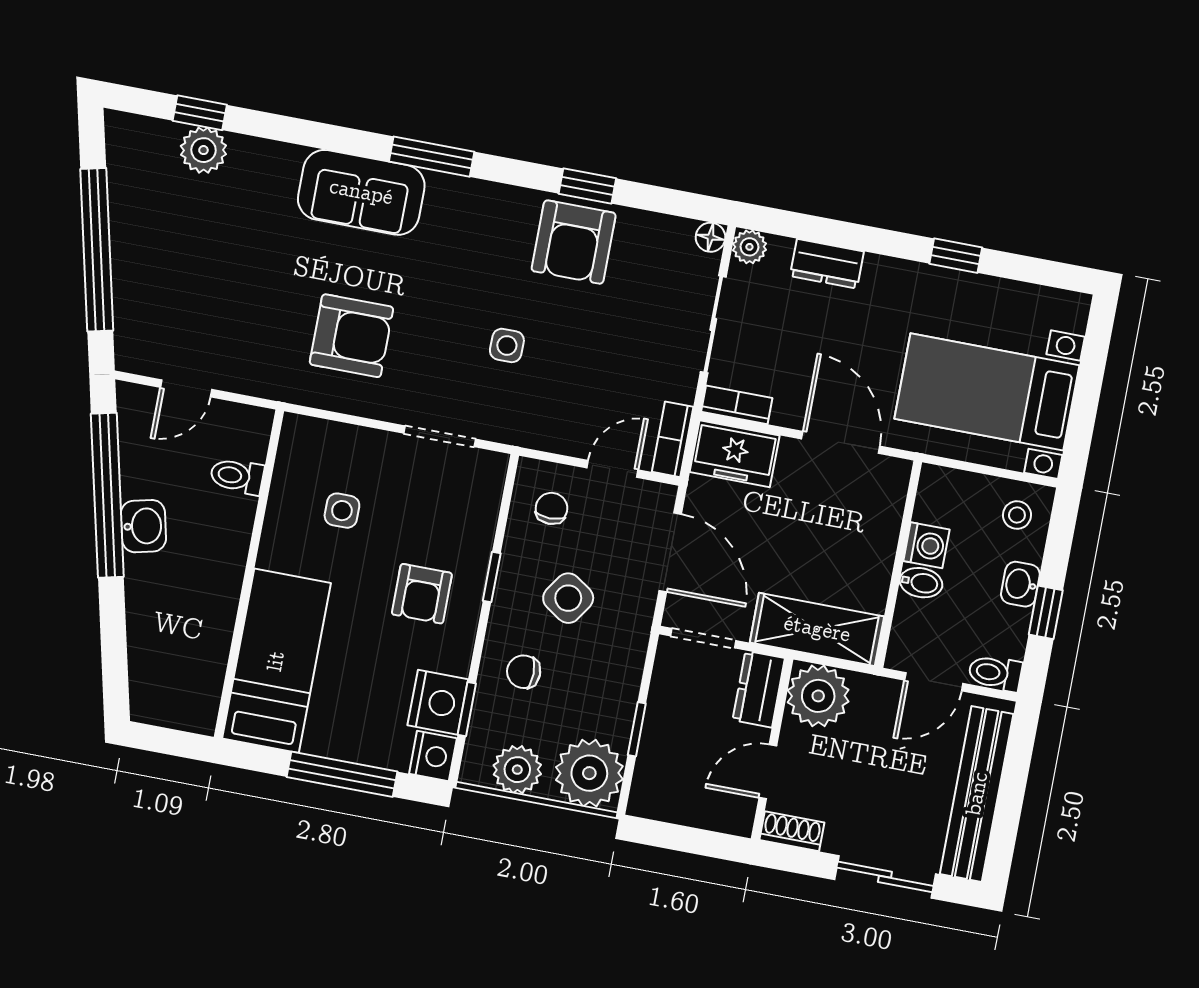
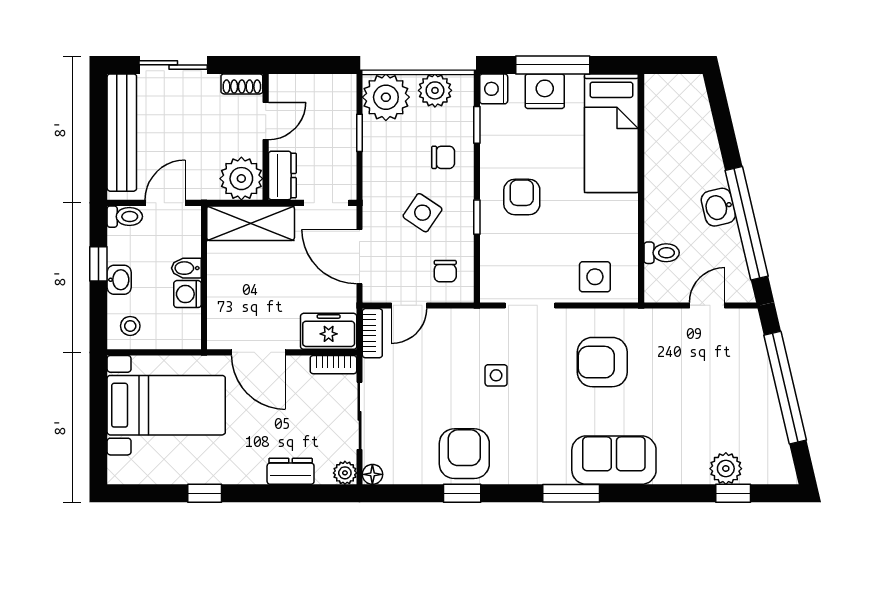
side table: (342, 511) -> (595, 277), moved, width x1.37, depth x1.37
nightstand: (438, 702) -> (545, 91), moved, turned 90

